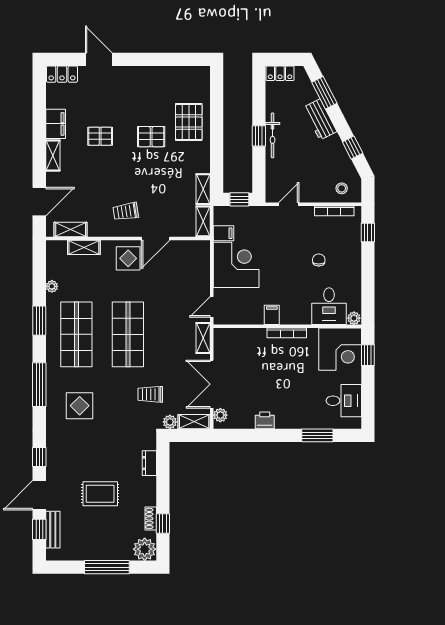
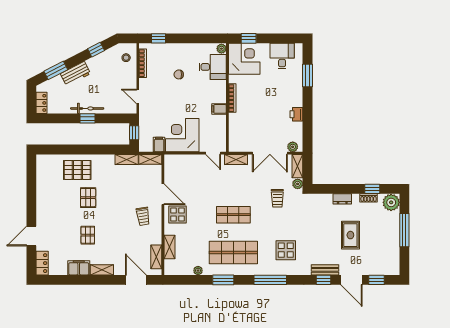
shop shelf: (128, 334) -> (233, 215), width x0.70, depth x0.74
dresser: (149, 463) -> (342, 199), moved
bench: (53, 530) -> (325, 270), moved

